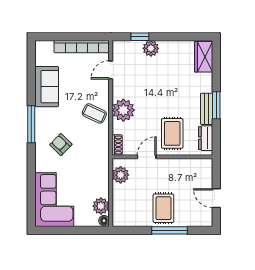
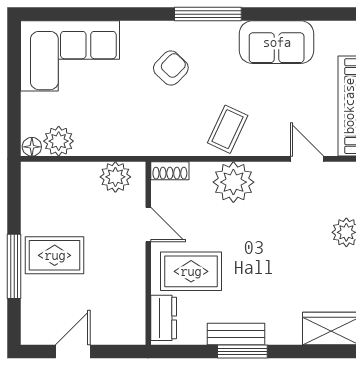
dresser: (206, 138) -> (164, 318), moved, turned 90

